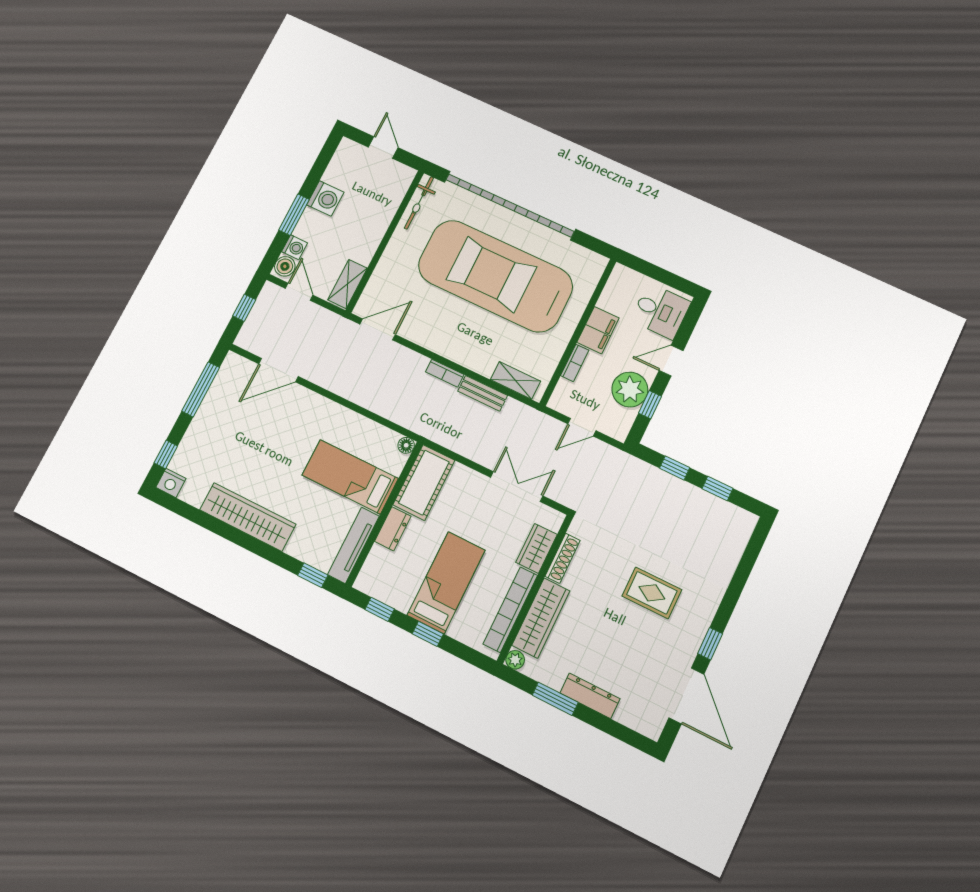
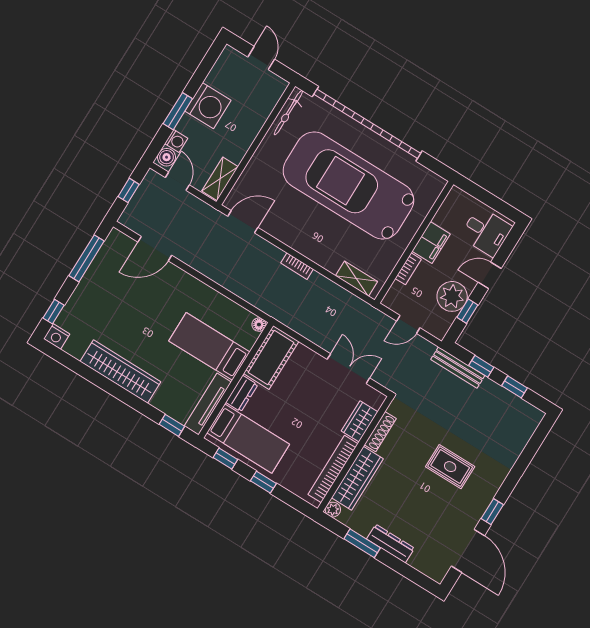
washing machine: (325, 198) -> (208, 106), width x1.37, depth x1.37
bench: (483, 393) -> (458, 367), moved, width x1.36
bed: (446, 583) -> (248, 439), moved, turned 90

